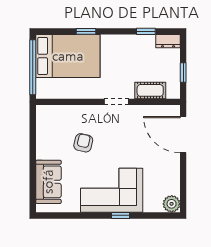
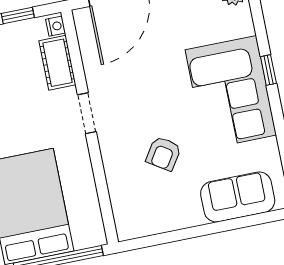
nightstand: (172, 94) -> (56, 26), added
armchair: (83, 143) -> (164, 154), turned -70

